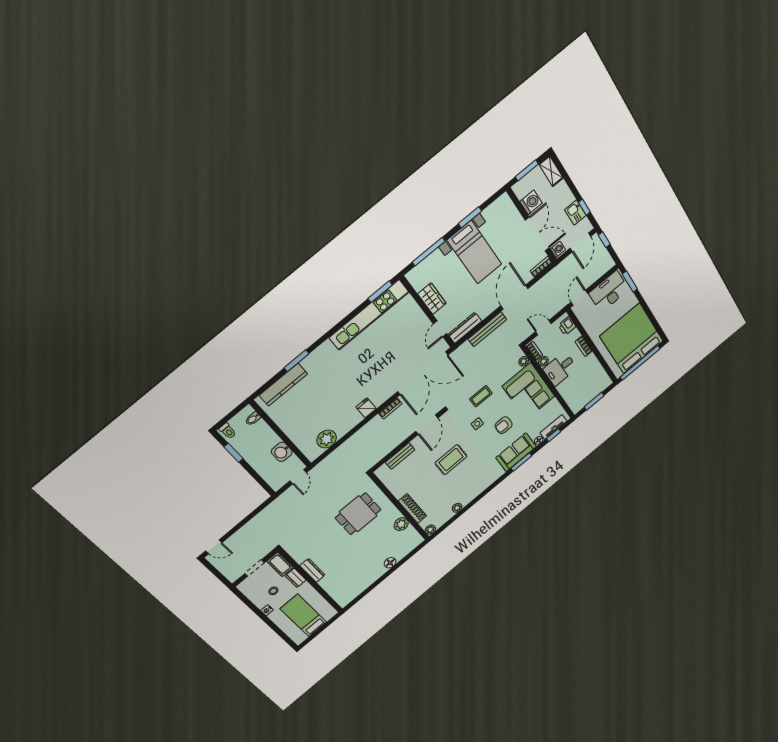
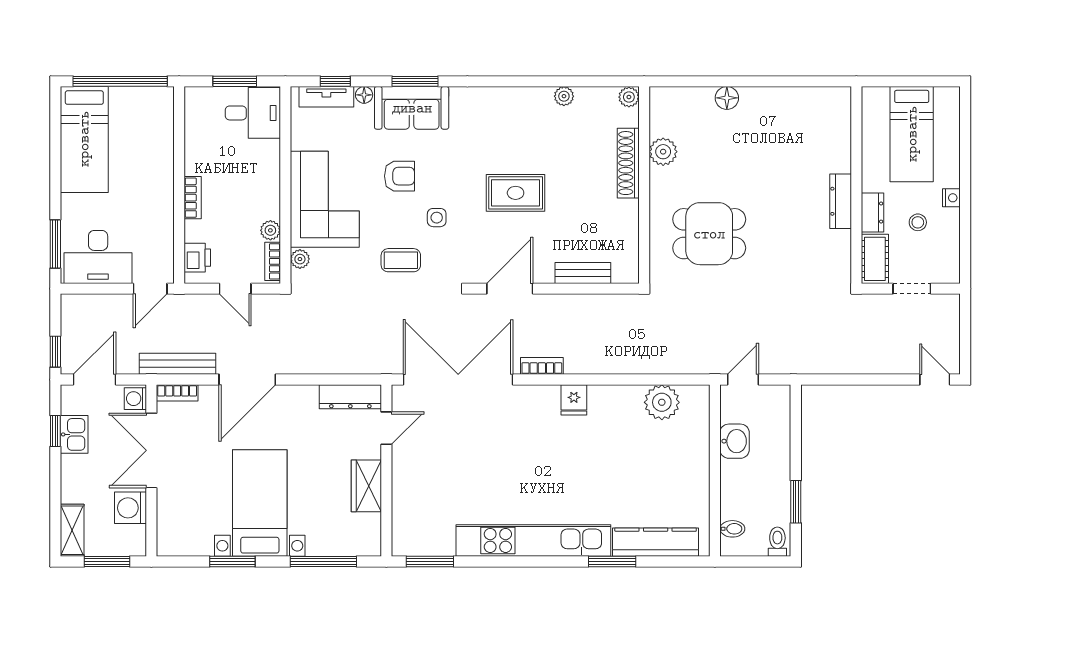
kitchen unit: (369, 315) -> (533, 540), moved
bench: (487, 329) -> (178, 364), moved
bed: (632, 339) -> (84, 139), width x0.49
desk: (560, 369) -> (253, 113), moved

